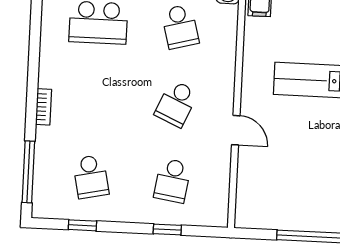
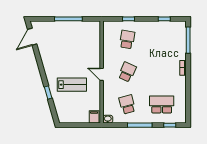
door: (236, 130) -> (102, 74), moved
school desk: (91, 177) -> (162, 39), removed

